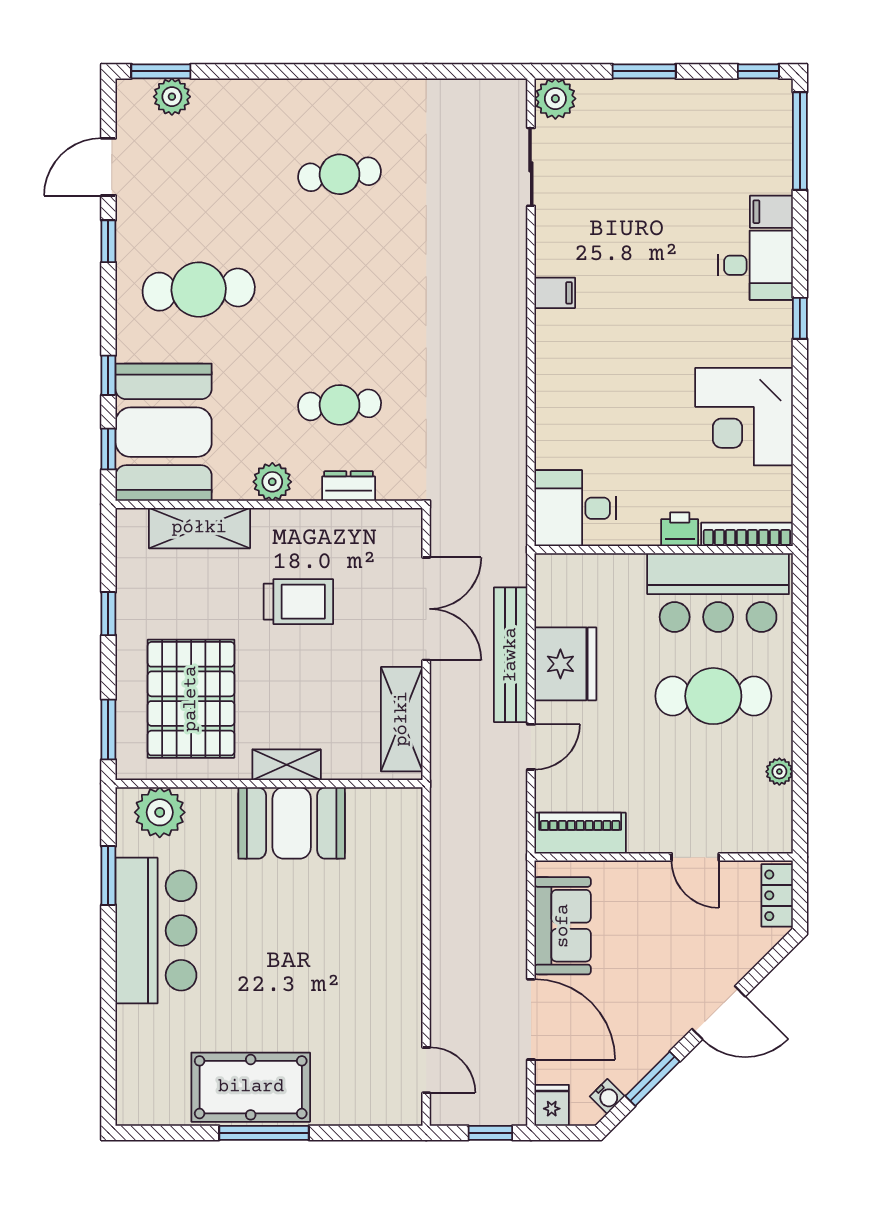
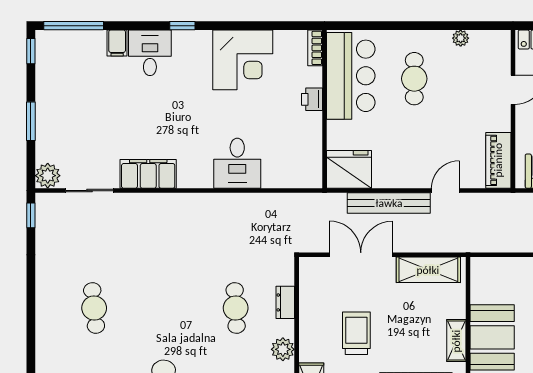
window: (490, 71) -> (31, 215), added
filing cabinet: (555, 293) -> (148, 174), width x3.00, depth x1.17
desk: (575, 508) -> (237, 163), moved
bookcase: (747, 534) -> (315, 48), width x0.64
fridge: (565, 664) -> (349, 169), moved
cafe table: (713, 696) -> (414, 79), width x0.73, depth x0.74
door: (531, 747) -> (445, 191), hinge flipped

